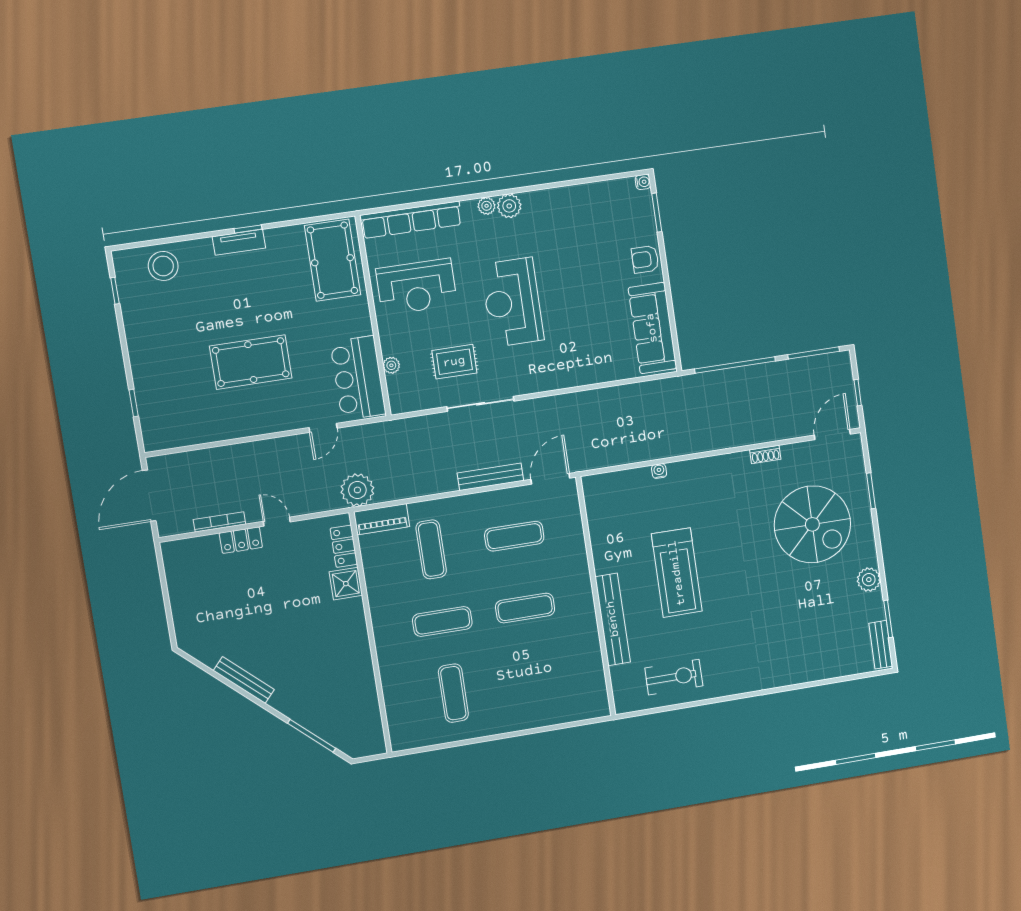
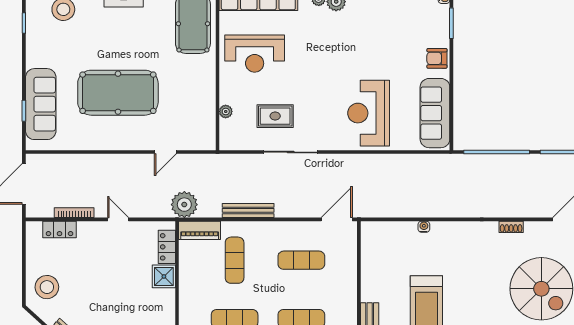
reception desk: (512, 302) -> (369, 113), moved
pool table: (251, 362) -> (118, 93), width x1.36, depth x1.32
bar counter: (358, 378) -> (198, 117), removed
sofa: (154, 391) -> (41, 104), added
bench: (490, 477) -> (248, 210), moved
locker: (241, 540) -> (60, 229), moved
stool: (200, 620) -> (47, 287), added

